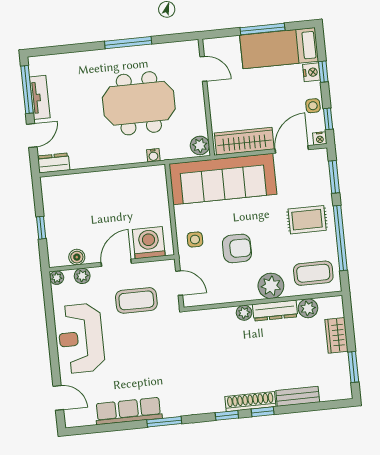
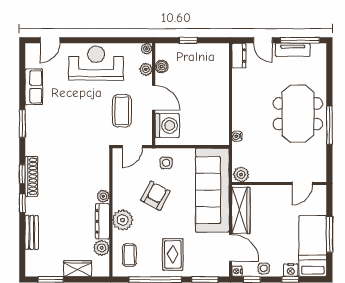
meeting table: (139, 103) -> (298, 114), moved
armchair: (237, 248) -> (155, 196), turned -152
coffee table: (313, 273) -> (129, 255), width x0.73, depth x0.77
shoe rack: (250, 402) -> (31, 176), moved
row of seats: (128, 411) -> (34, 87), width x0.68

